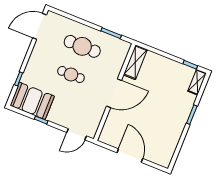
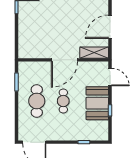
shelving: (135, 62) -> (94, 53), moved
door: (114, 93) -> (64, 60), swing flipped
booth: (32, 101) -> (97, 103), moved

